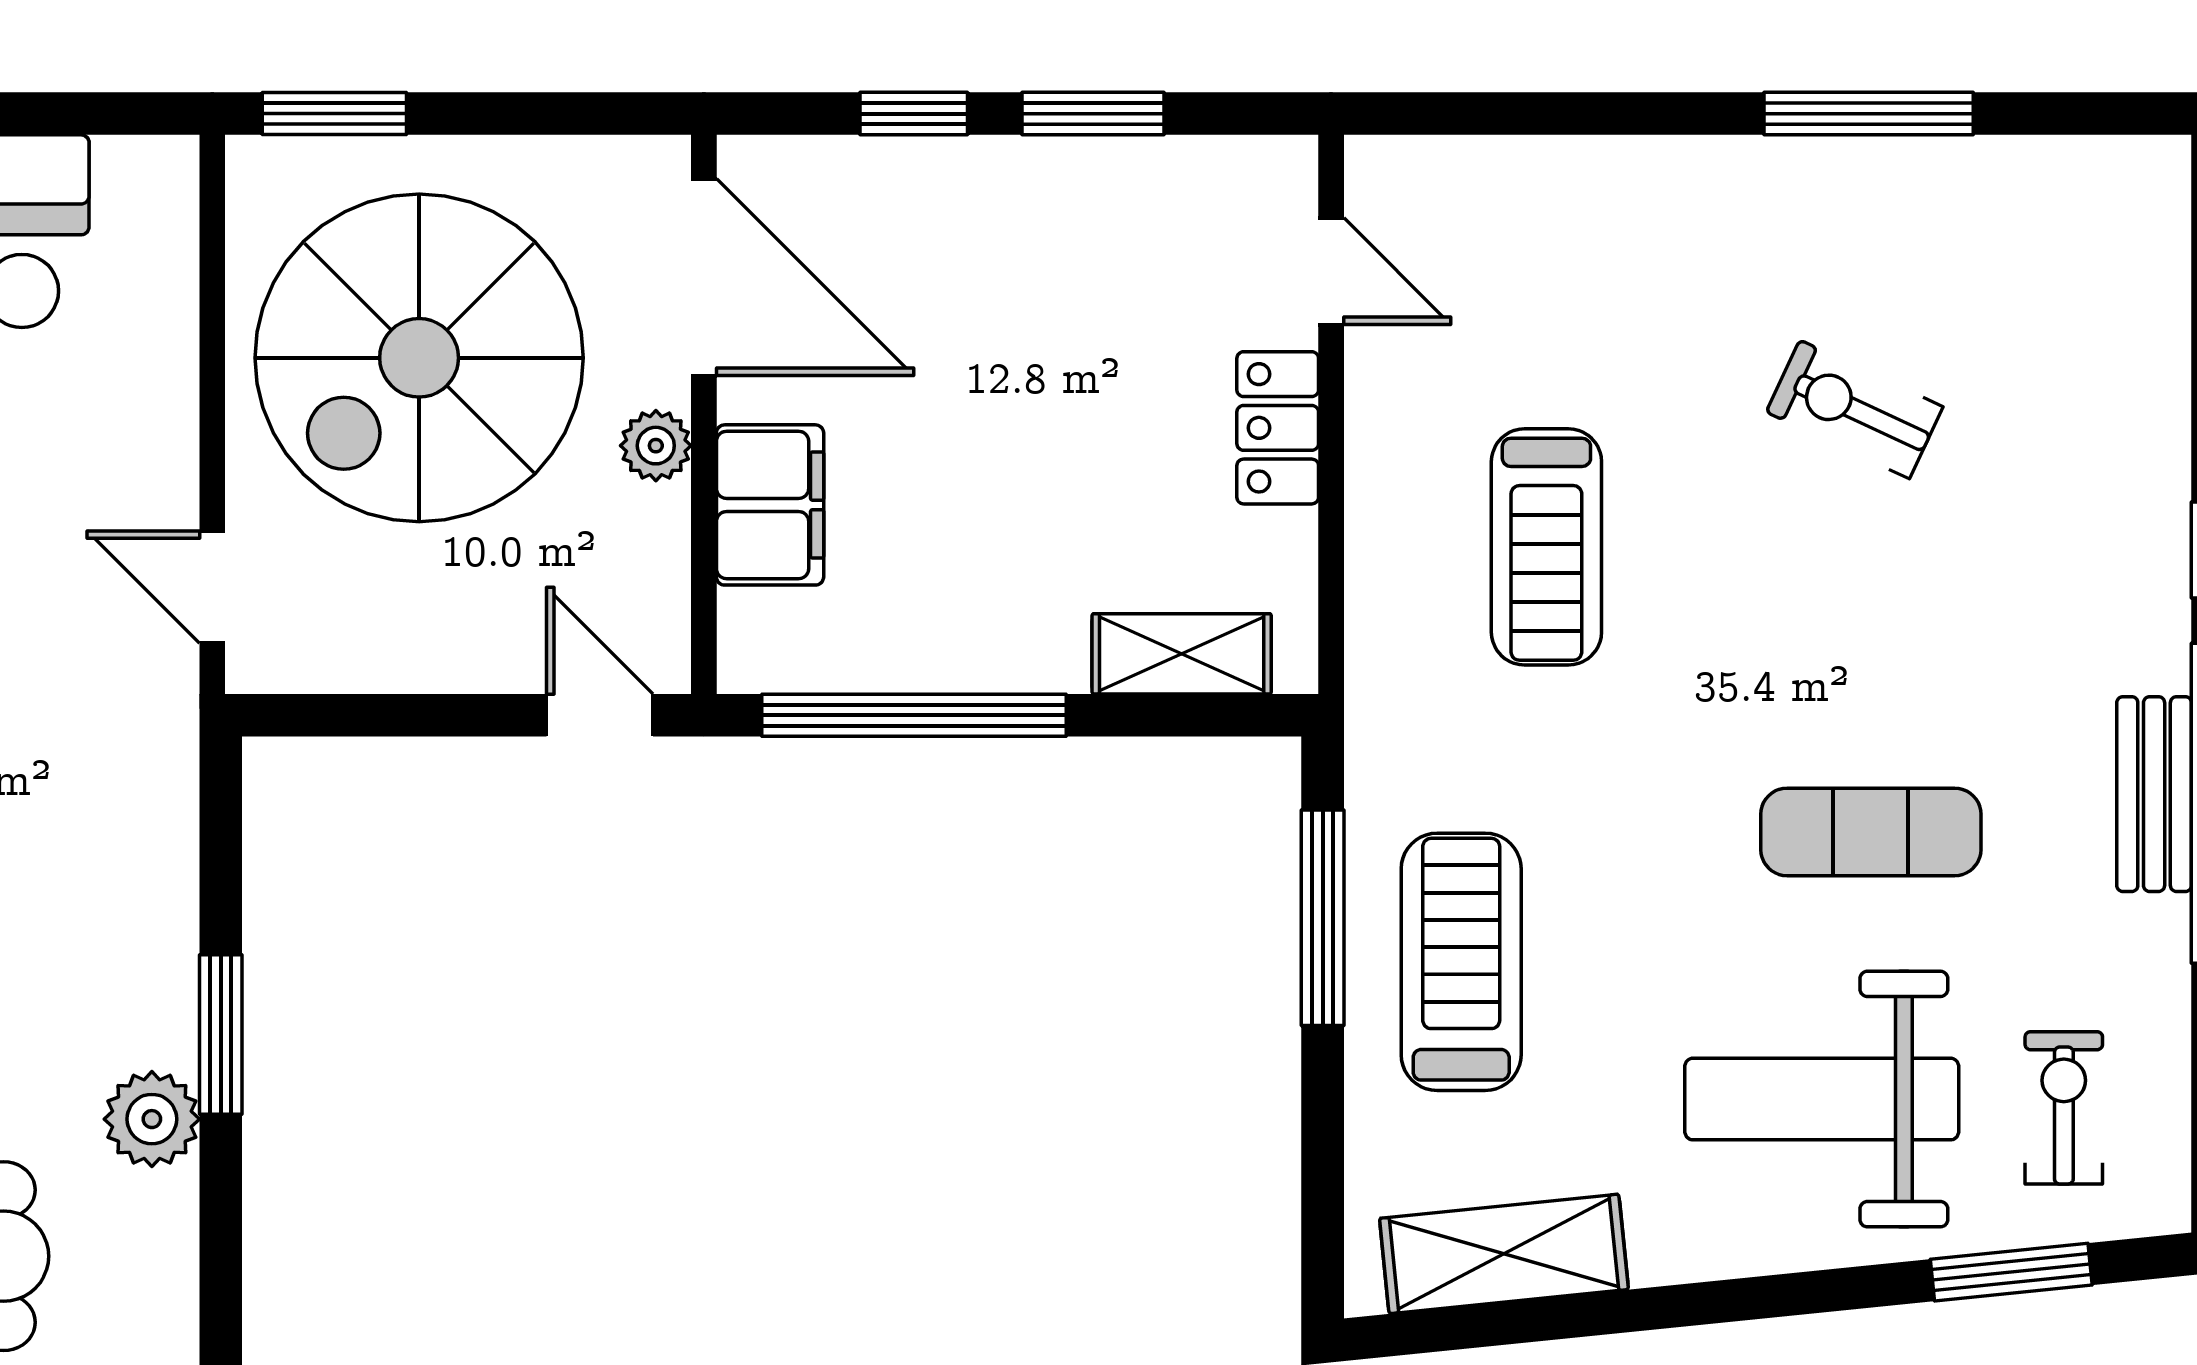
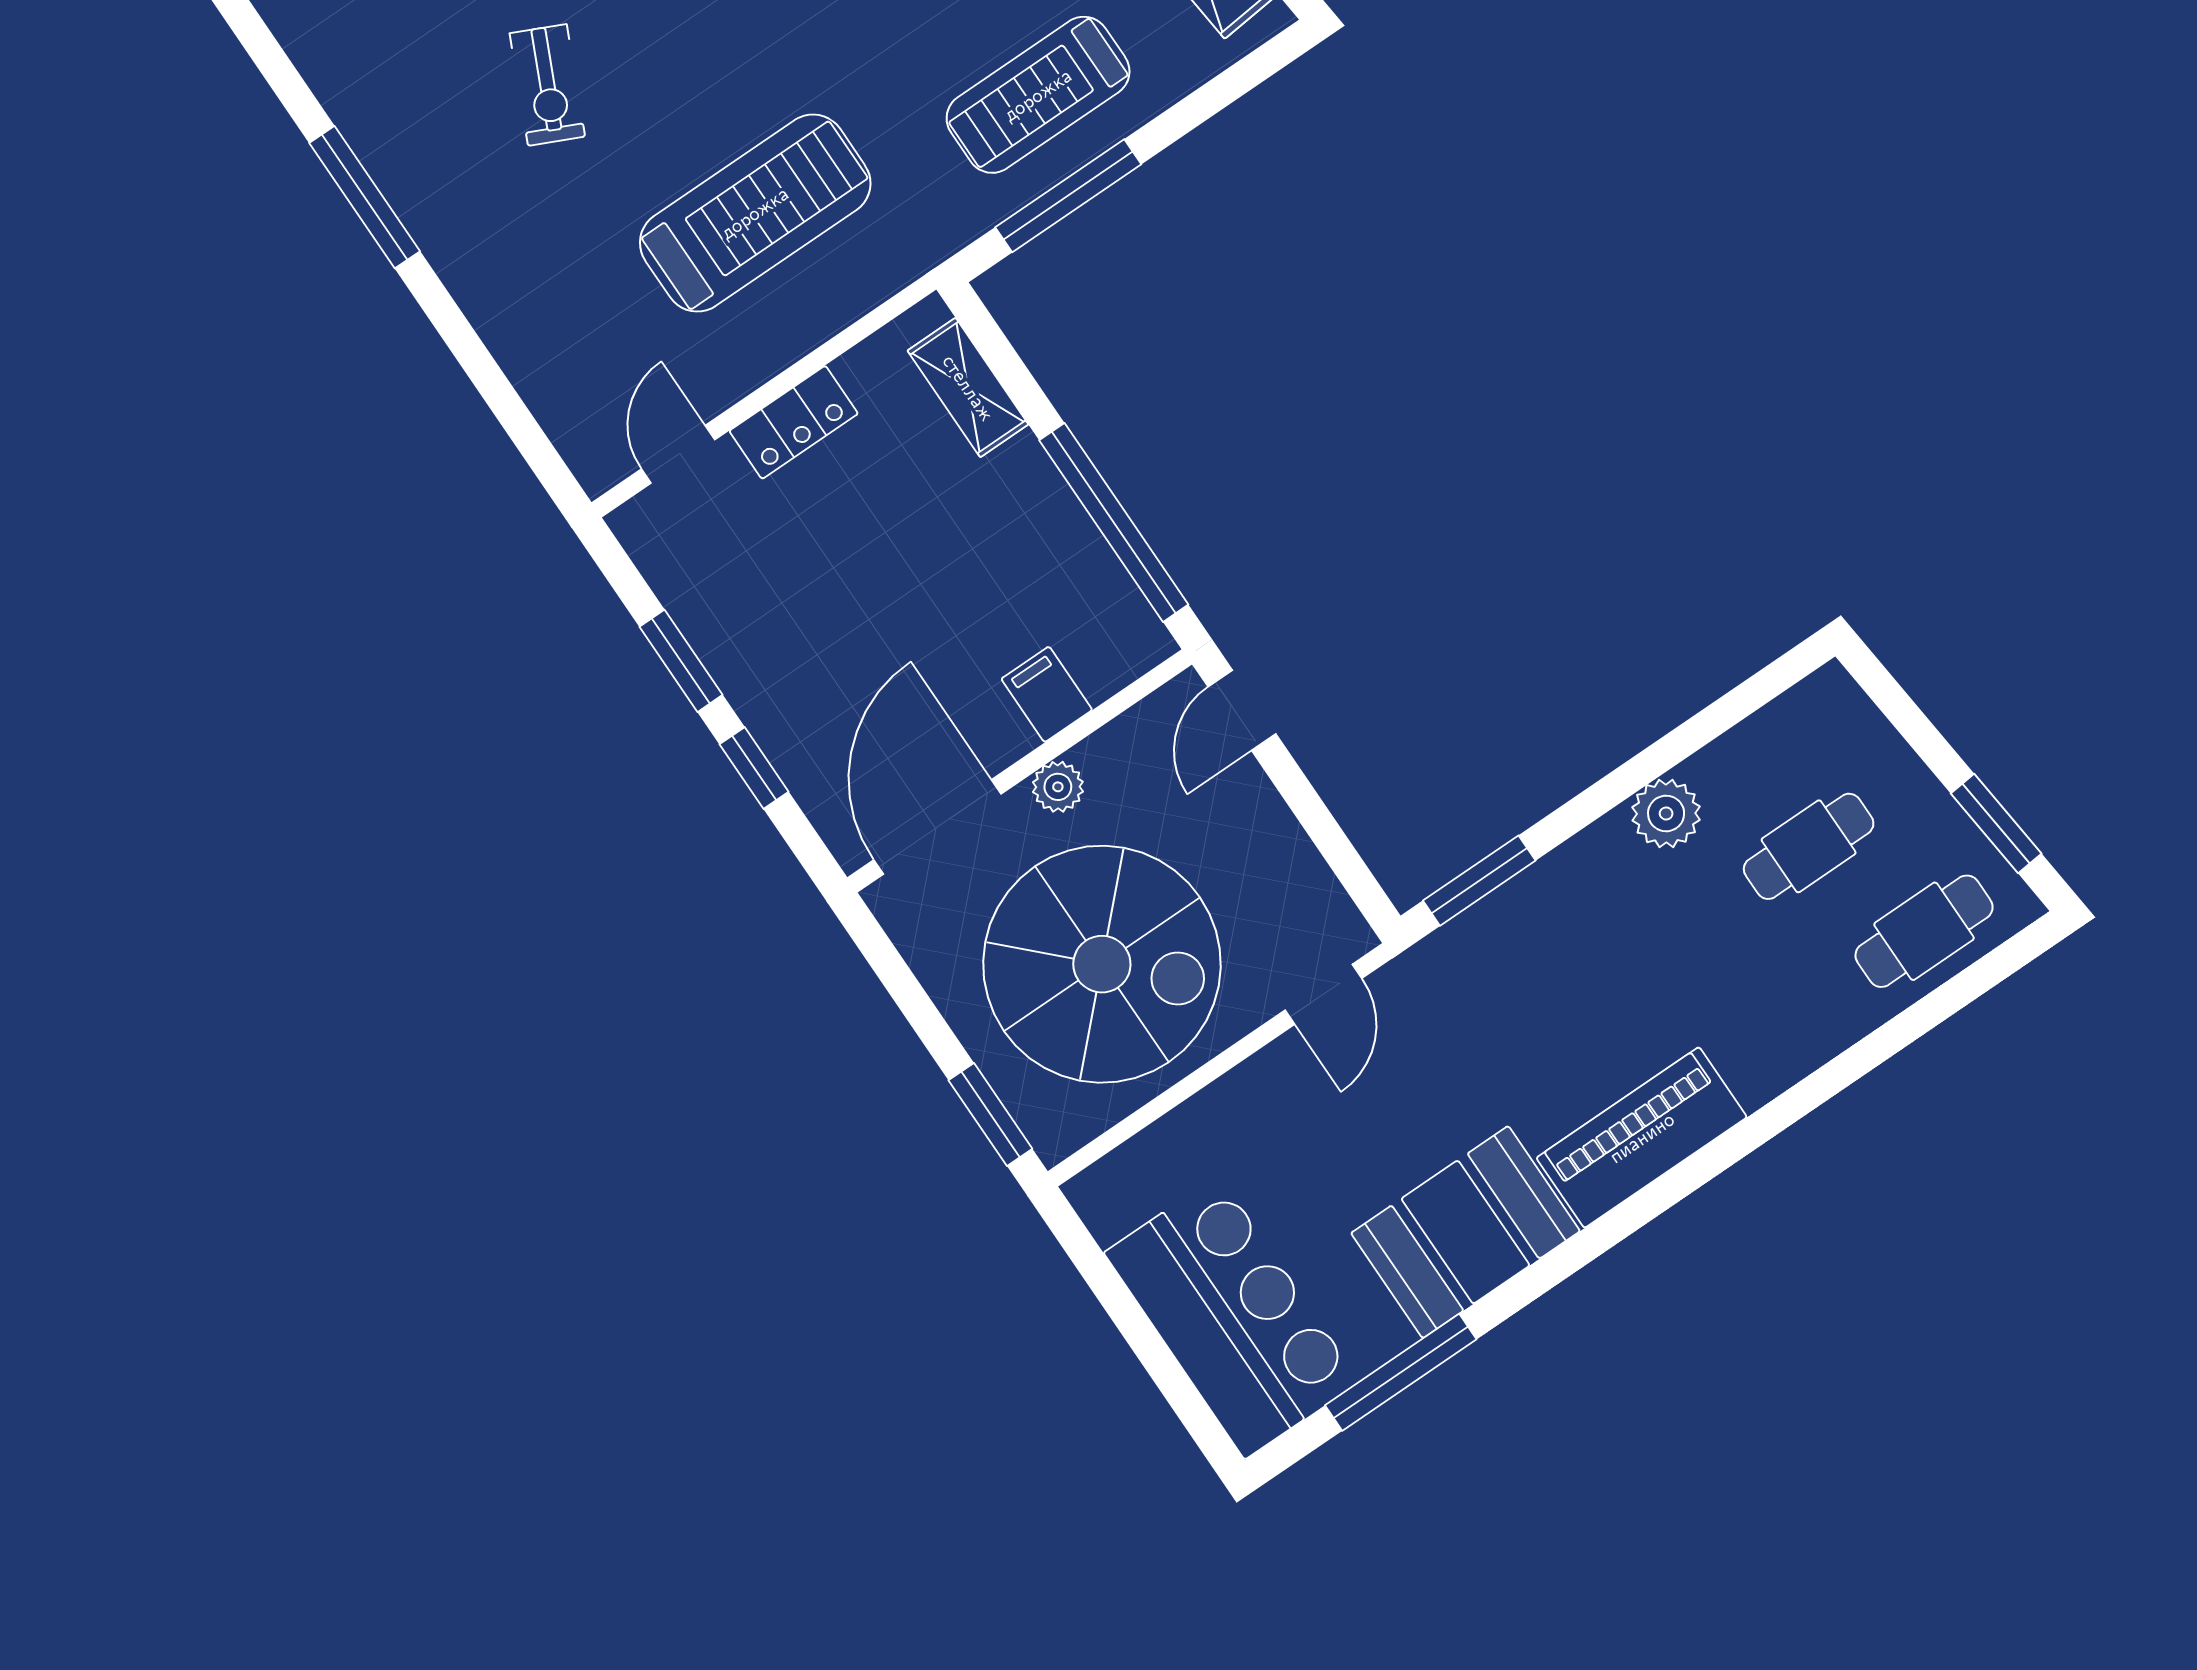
filing cabinet: (770, 505) -> (1047, 694), width x0.50
treadmill: (1546, 547) -> (755, 213), width x1.37, depth x1.38
window: (221, 1034) -> (1479, 881), moved

